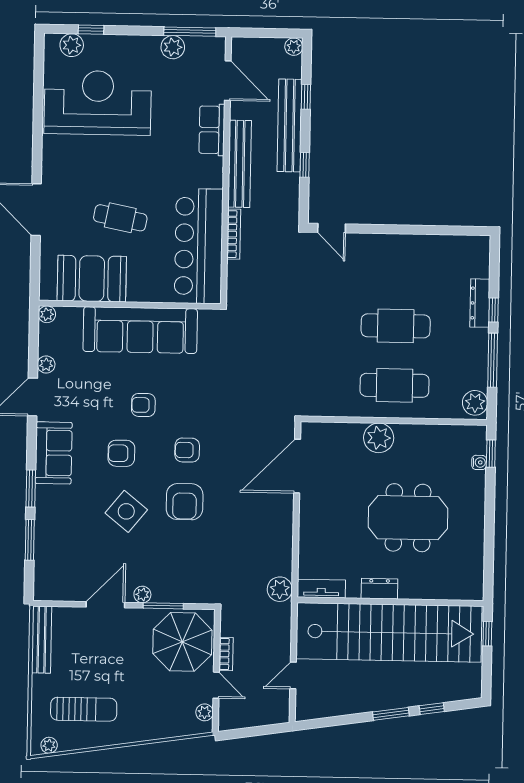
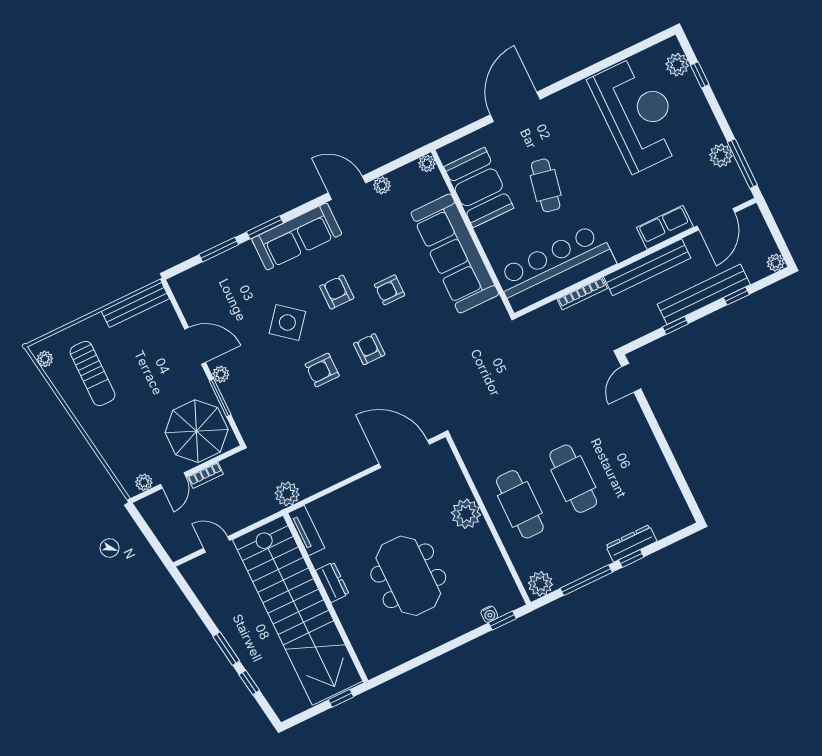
armchair: (143, 405) -> (390, 290), turned -90
sofa: (54, 453) -> (297, 237), width x1.36
armchair: (185, 502) -> (322, 370), width x0.72, depth x0.72

